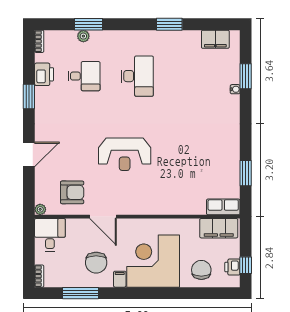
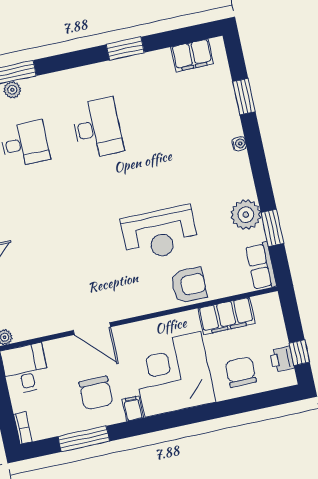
water cooler: (235, 89) -> (239, 144), moved
reception desk: (125, 154) -> (160, 233), moved
plant: (229, 160) -> (246, 215), added
armchair: (72, 192) -> (189, 285), moved
row of seats: (223, 207) -> (261, 266), moved, turned -90
filing cabinet: (219, 228) -> (226, 316), moved

